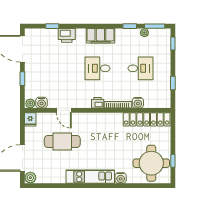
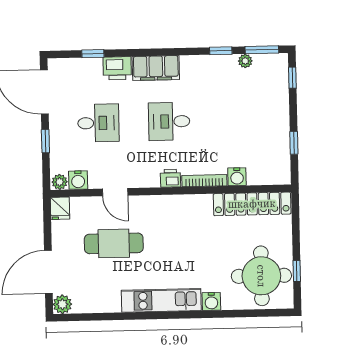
filing cabinet: (100, 36) -> (156, 68), moved
desk: (140, 68) -> (98, 123), moved

